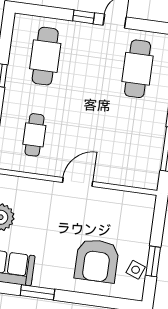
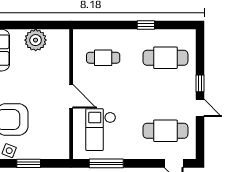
checkout: (125, 150) -> (101, 130), added
window: (153, 261) -> (29, 163), moved

